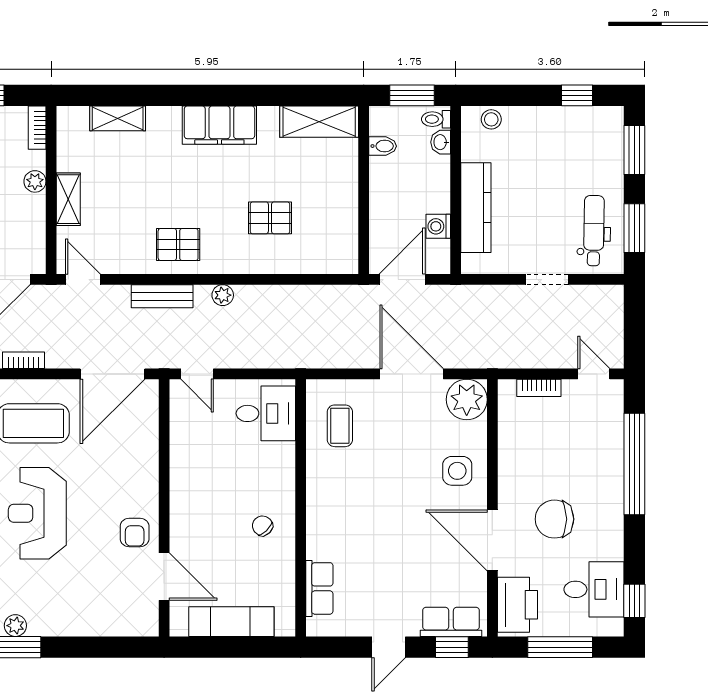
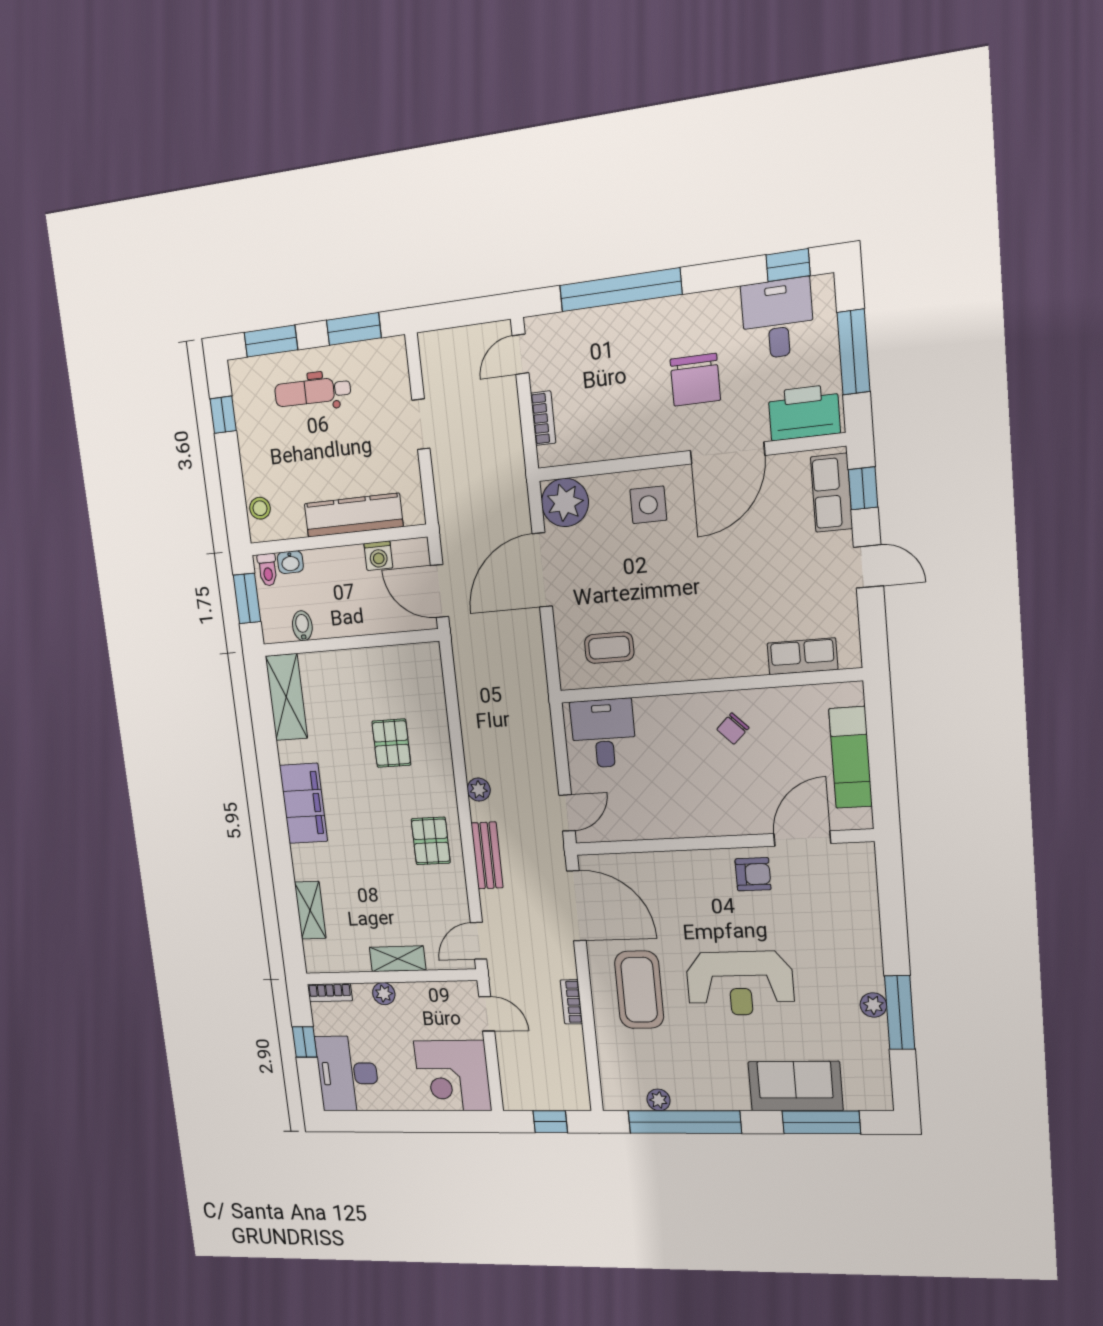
dental chair: (594, 231) -> (313, 392), moved

